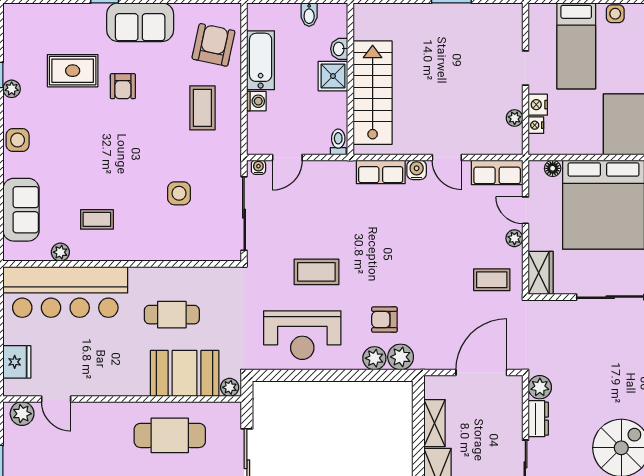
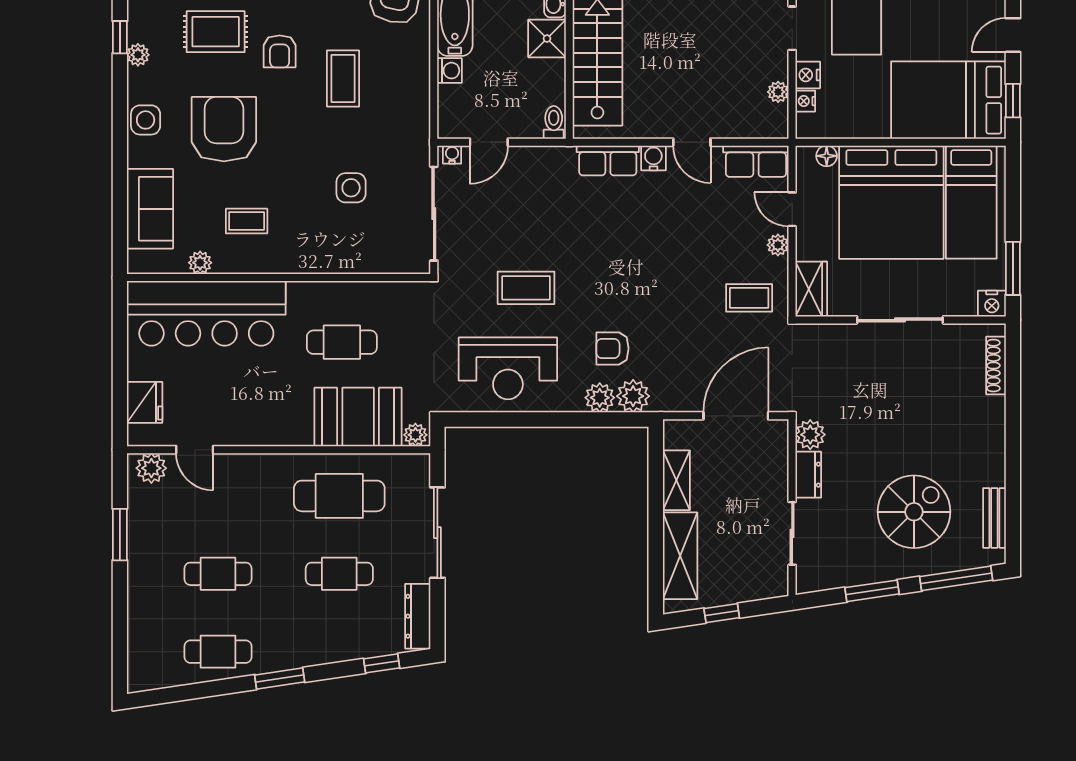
coffee table: (202, 108) -> (343, 78), moved
armchair: (79, 147) -> (224, 129), added

